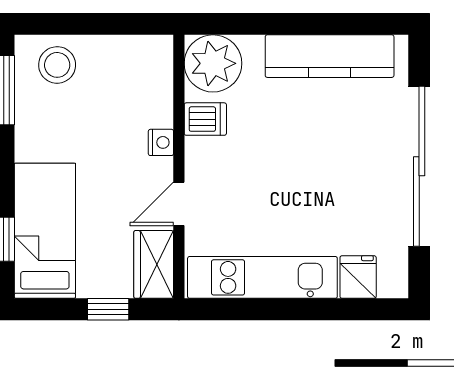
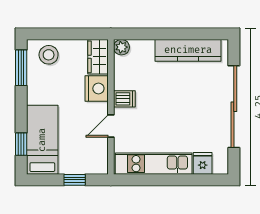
plant: (213, 63) -> (121, 47), width x0.53, depth x0.53
dishwasher: (205, 119) -> (124, 99), moved
nightstand: (161, 142) -> (97, 88), width x1.89, depth x1.79
wardrobe: (154, 264) -> (98, 57), moved

